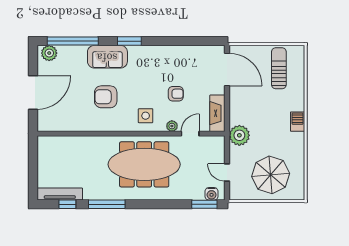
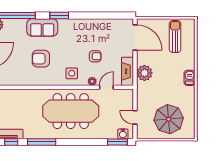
plant: (239, 135) -> (144, 73), moved

